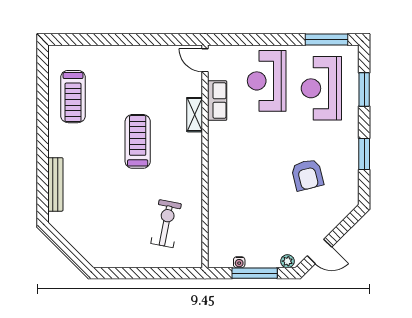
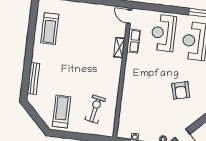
treadmill: (138, 141) -> (62, 112), moved

